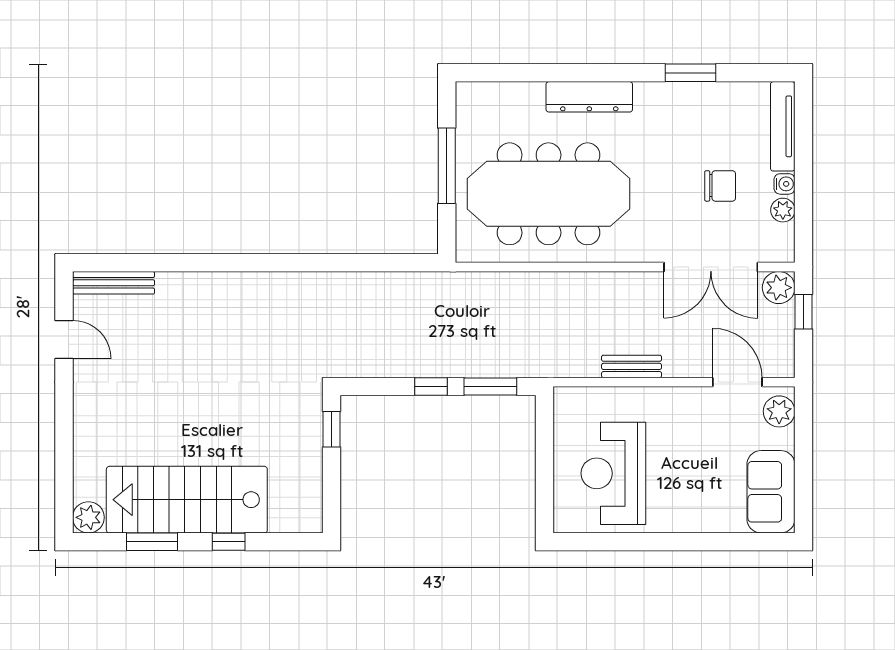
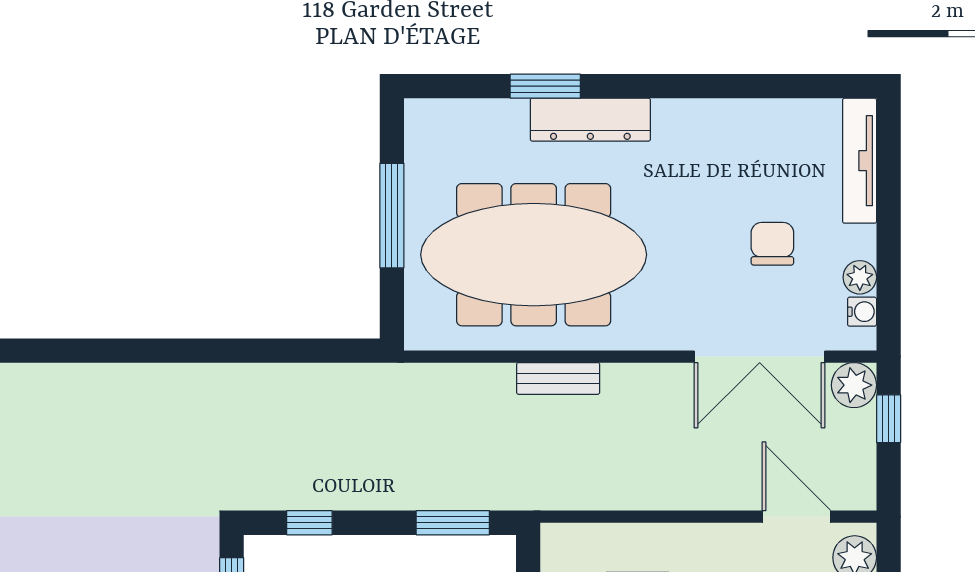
window: (691, 73) -> (545, 86), moved
water cooler: (784, 184) -> (862, 312), moved
chair: (720, 186) -> (772, 244), turned -90
bench: (632, 366) -> (558, 378), moved
window: (431, 386) -> (309, 523), moved

